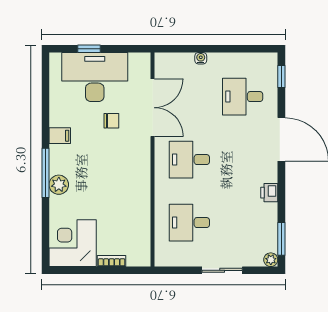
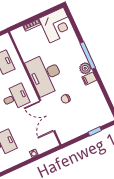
desk: (95, 77) -> (45, 74), moved, turned 90
plant: (59, 185) -> (85, 68), moved

